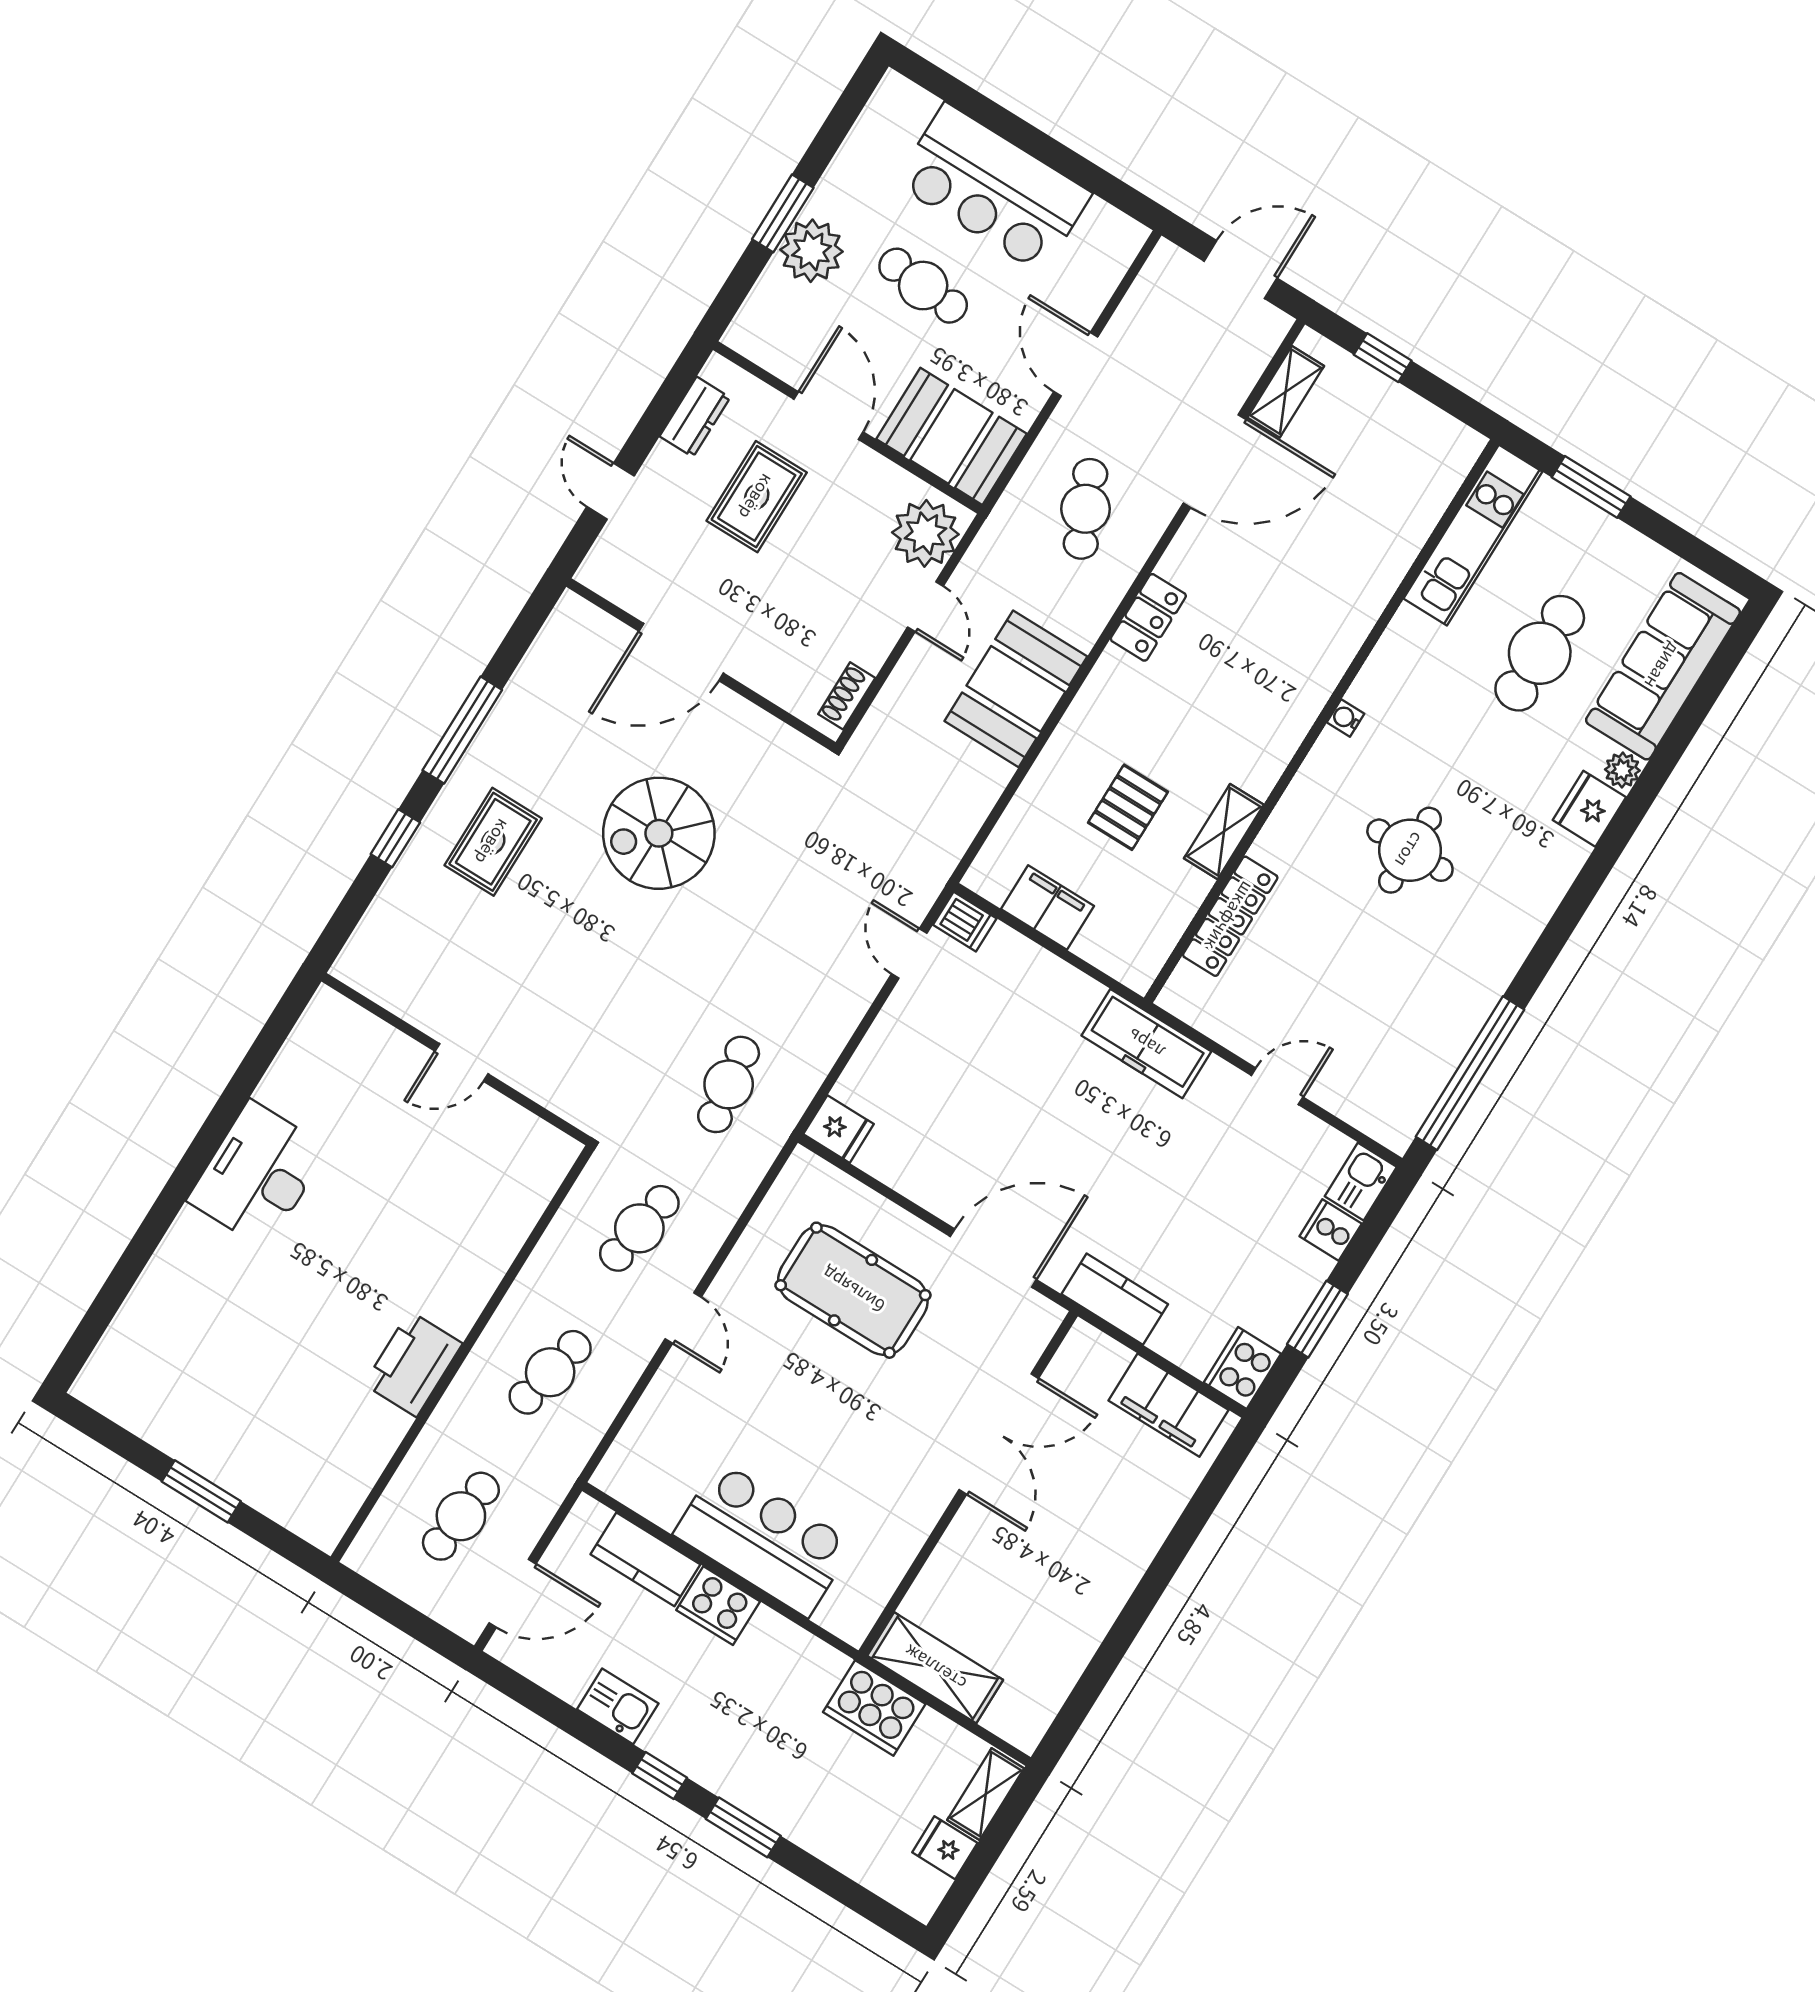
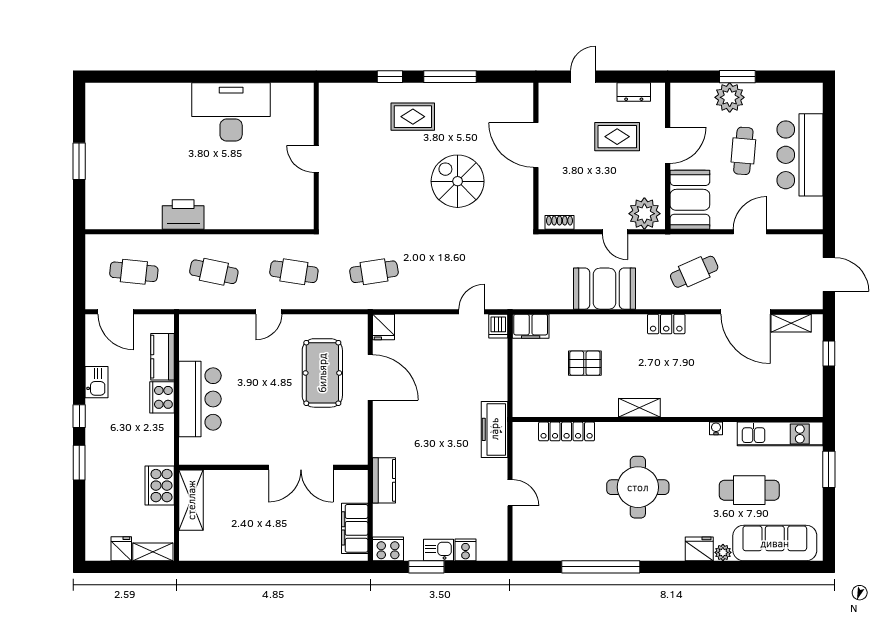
door: (925, 607) -> (615, 232), hinge flipped
water cooler: (1346, 718) -> (716, 428), moved
shelving: (1224, 832) -> (639, 408), moved
round table: (1410, 850) -> (638, 487), width x1.36, depth x1.36
filing cabinet: (1047, 907) -> (531, 326), moved, turned 90
window: (1470, 1073) -> (601, 567), moved
desk: (258, 1174) -> (231, 112), width x1.36, depth x1.30
kitchen sink: (1361, 1182) -> (439, 550), moved
door: (993, 1258) -> (370, 377), moved

